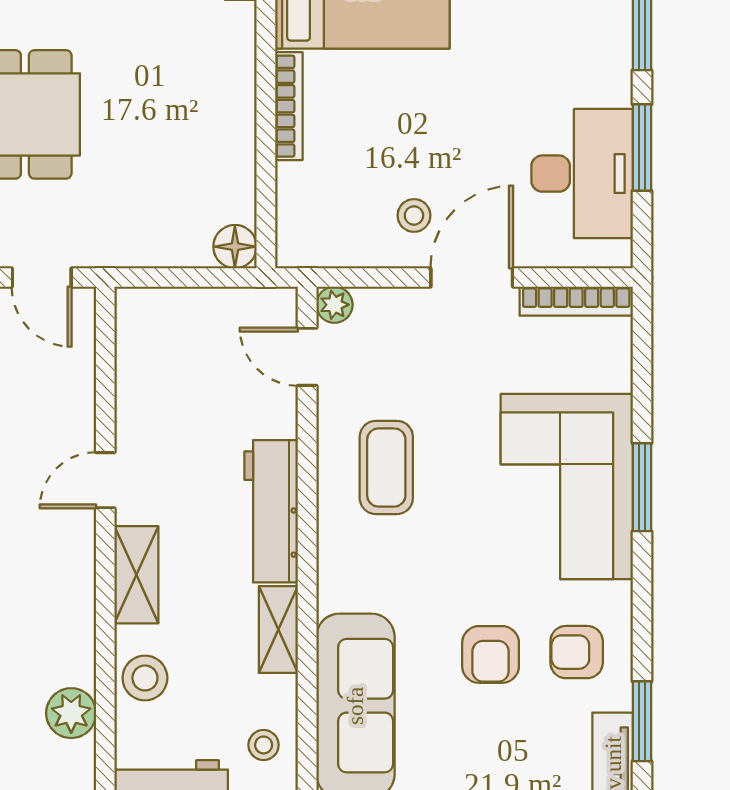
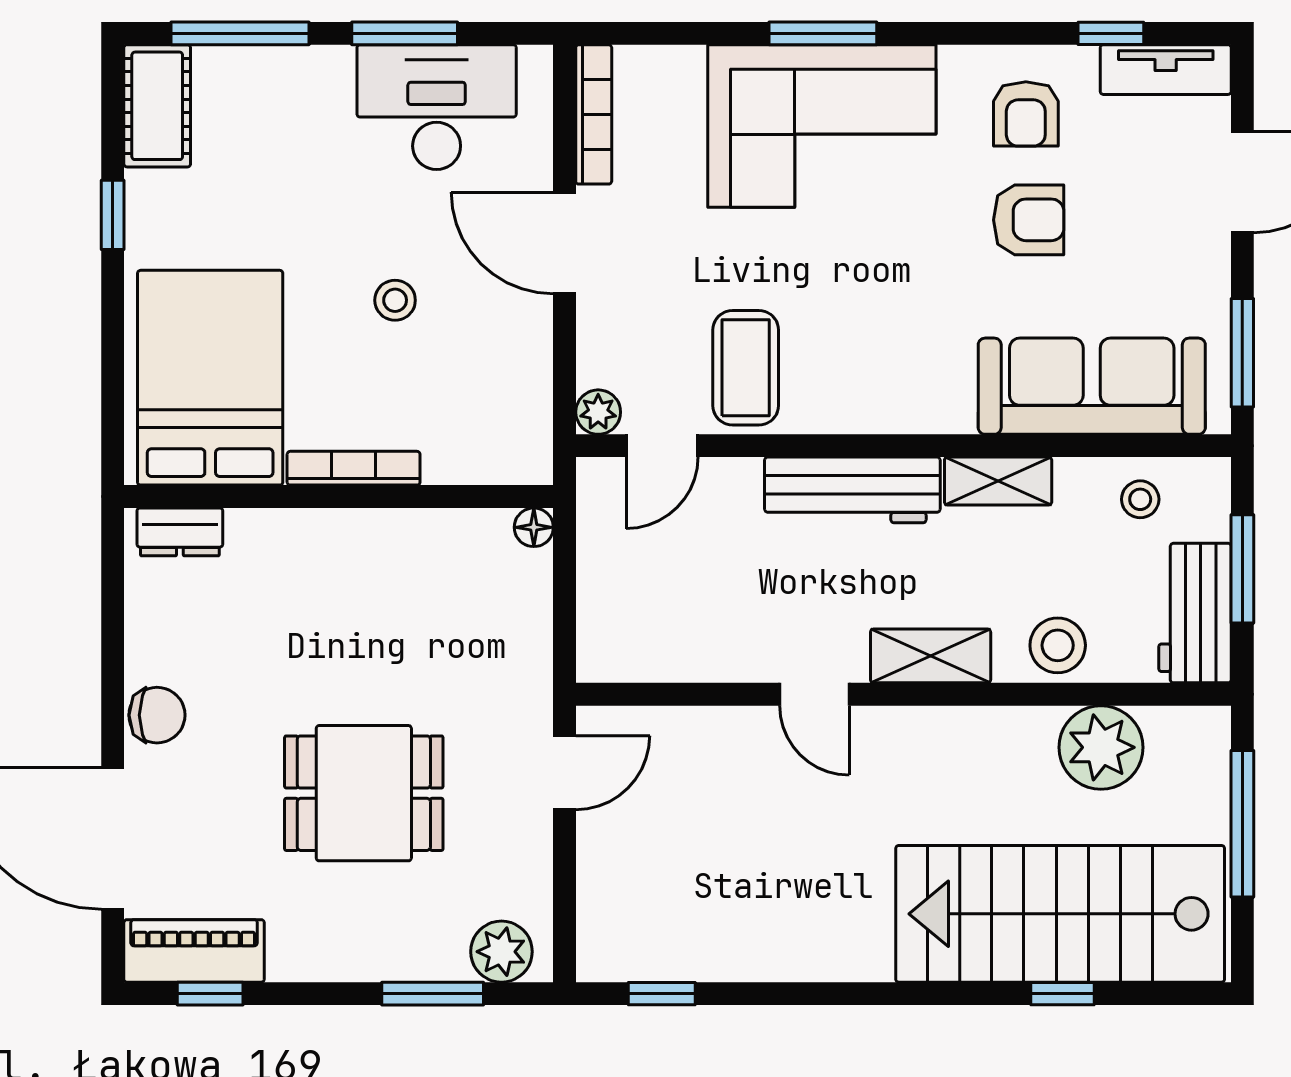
stool: (414, 215) -> (395, 300), moved
floor lamp: (235, 247) -> (534, 527), width x0.73, depth x0.73
coffee table: (386, 467) -> (746, 368), moved, turned 90
plant: (71, 713) -> (1101, 747), width x1.36, depth x1.36
window: (642, 721) -> (1111, 33), width x0.67

